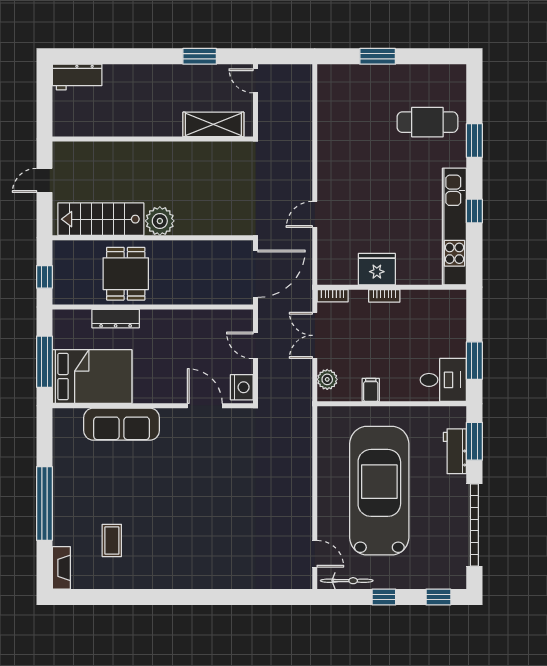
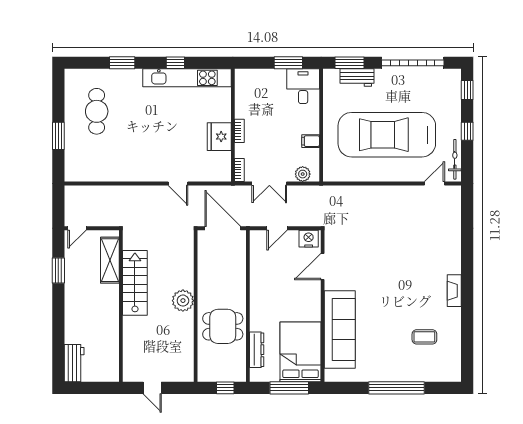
cafe table: (427, 122) -> (97, 111), moved
stairs: (101, 219) -> (135, 283), moved, turned 180
dresser: (116, 319) -> (257, 350), moved
sofa: (122, 424) -> (340, 330), width x1.36, depth x1.27
fireplace: (61, 568) -> (454, 291), moved, turned -90

